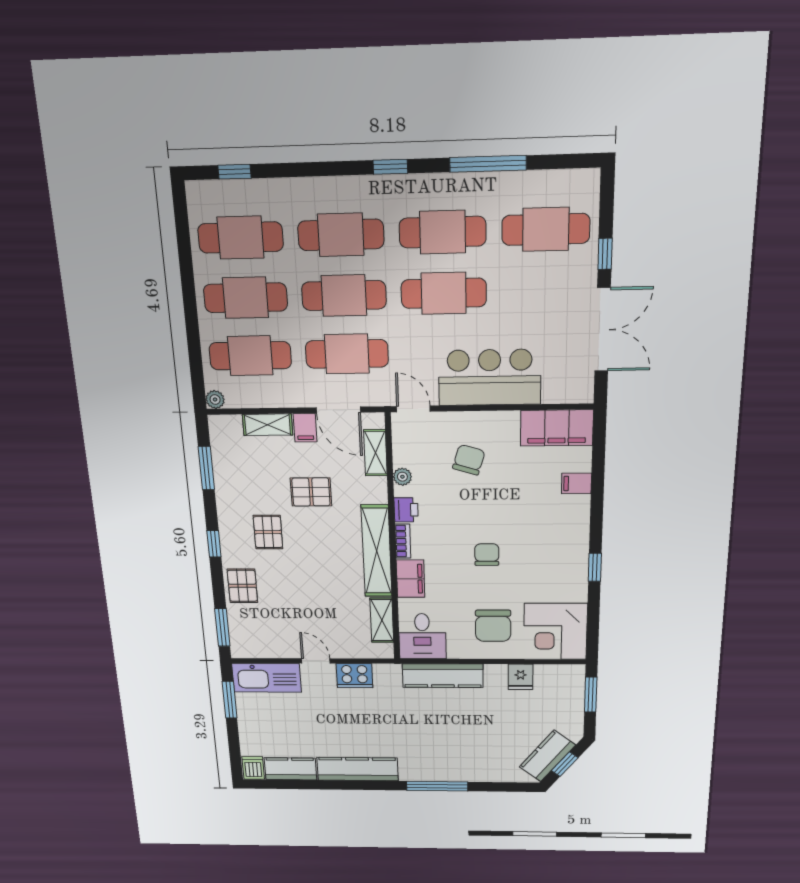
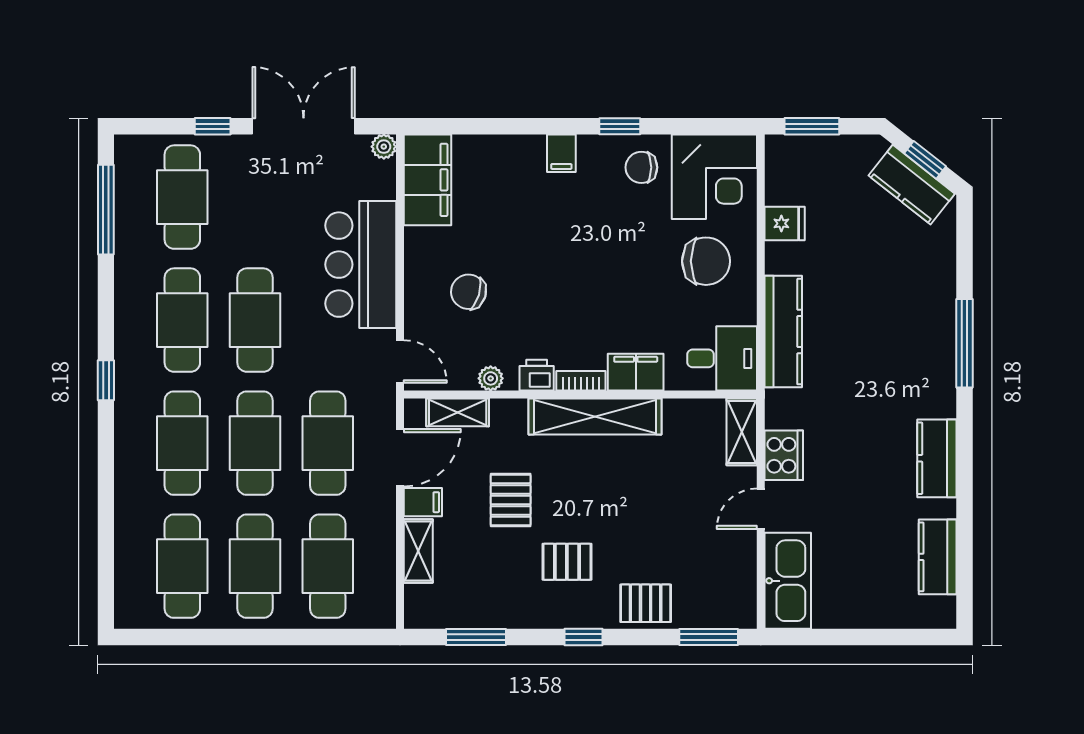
window: (488, 164) -> (106, 210), moved
window: (235, 172) -> (106, 567), removed
plant: (215, 399) -> (384, 147), moved
door: (413, 409) -> (400, 362), swing flipped
filing cabinet: (576, 483) -> (561, 153), moved
chair: (487, 555) -> (641, 167), moved
shelving: (382, 620) -> (742, 432), moved, turned 90
window: (230, 700) -> (823, 637), removed
dishwasher: (253, 768) -> (937, 612), removed
kitchen counter: (358, 769) -> (937, 458), width x0.67

